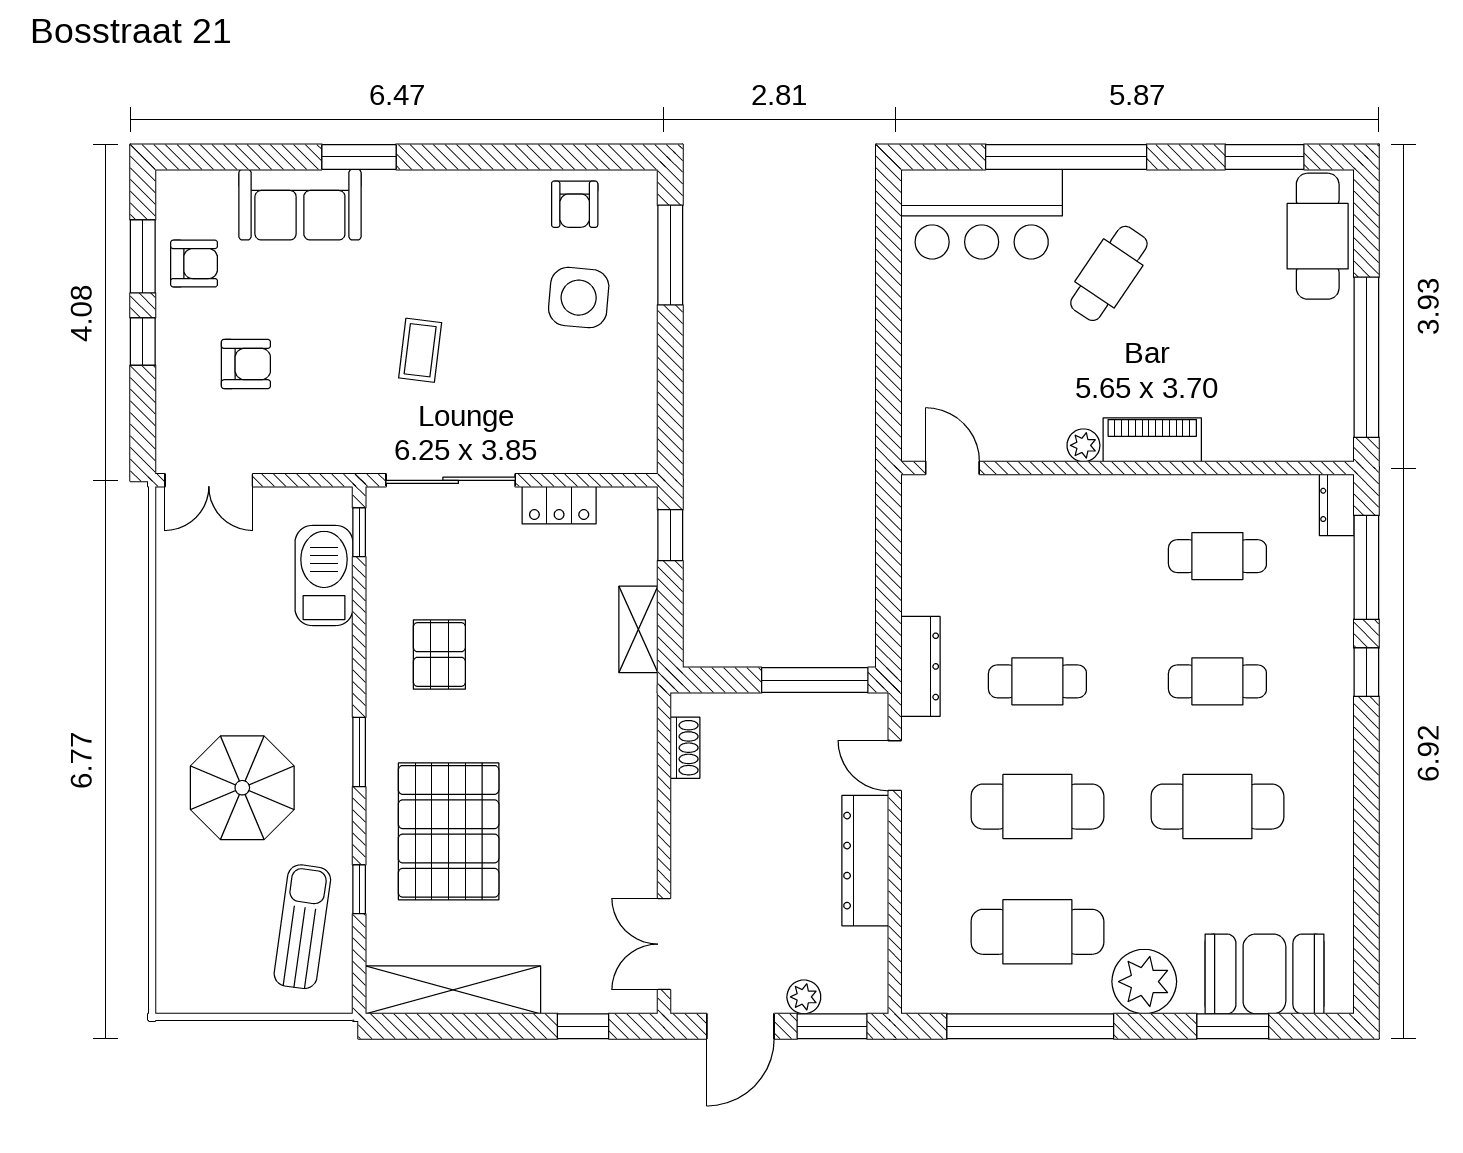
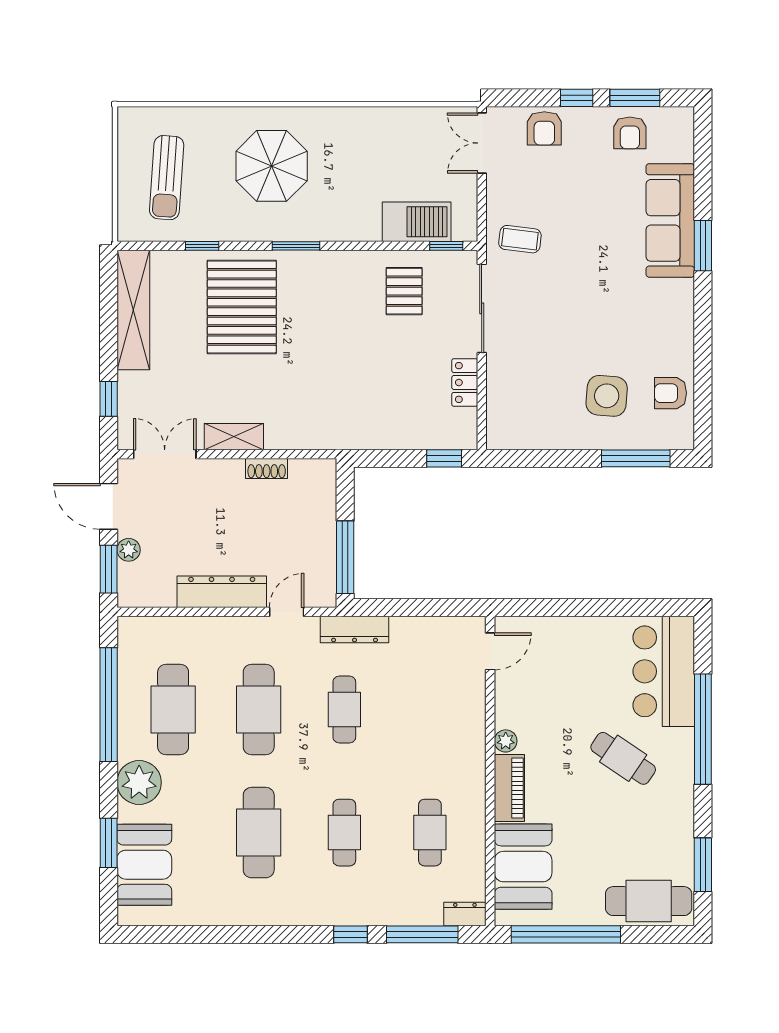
sofa: (300, 205) -> (670, 220), width x1.36
coffee table: (420, 350) -> (520, 239), moved
armchair: (246, 364) -> (544, 128), moved
booth: (1267, 420) -> (523, 867), added
shelving: (638, 629) -> (234, 437), moved
pallet: (439, 654) -> (404, 291), moved, turned 90
shoe rack: (685, 748) -> (267, 469), moved
pallet: (449, 831) -> (242, 307), turned 90
sun lounger: (302, 927) -> (167, 178), moved, turned 86

